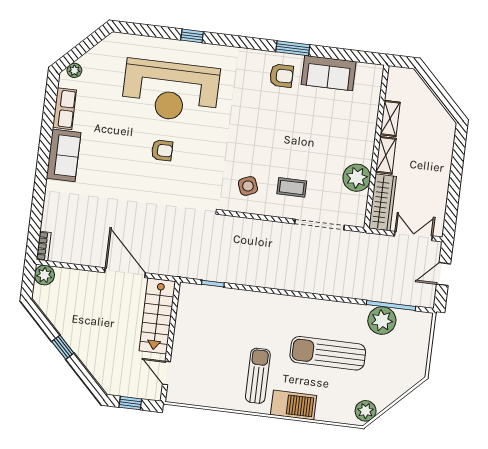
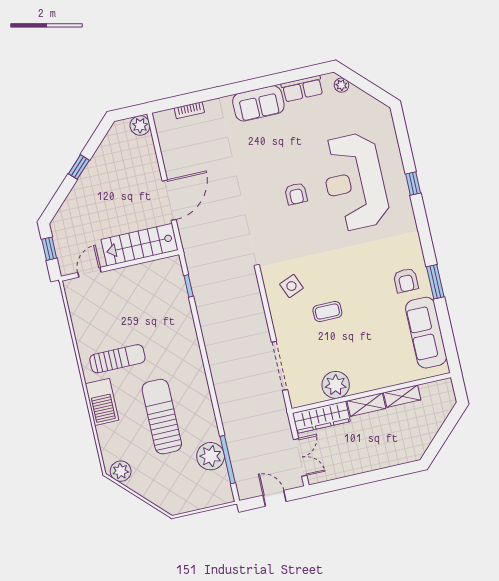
sofa: (329, 73) -> (426, 333), width x1.36
coffee table: (292, 187) -> (327, 312), moved, turned 90
bookcase: (44, 246) -> (189, 110), moved

